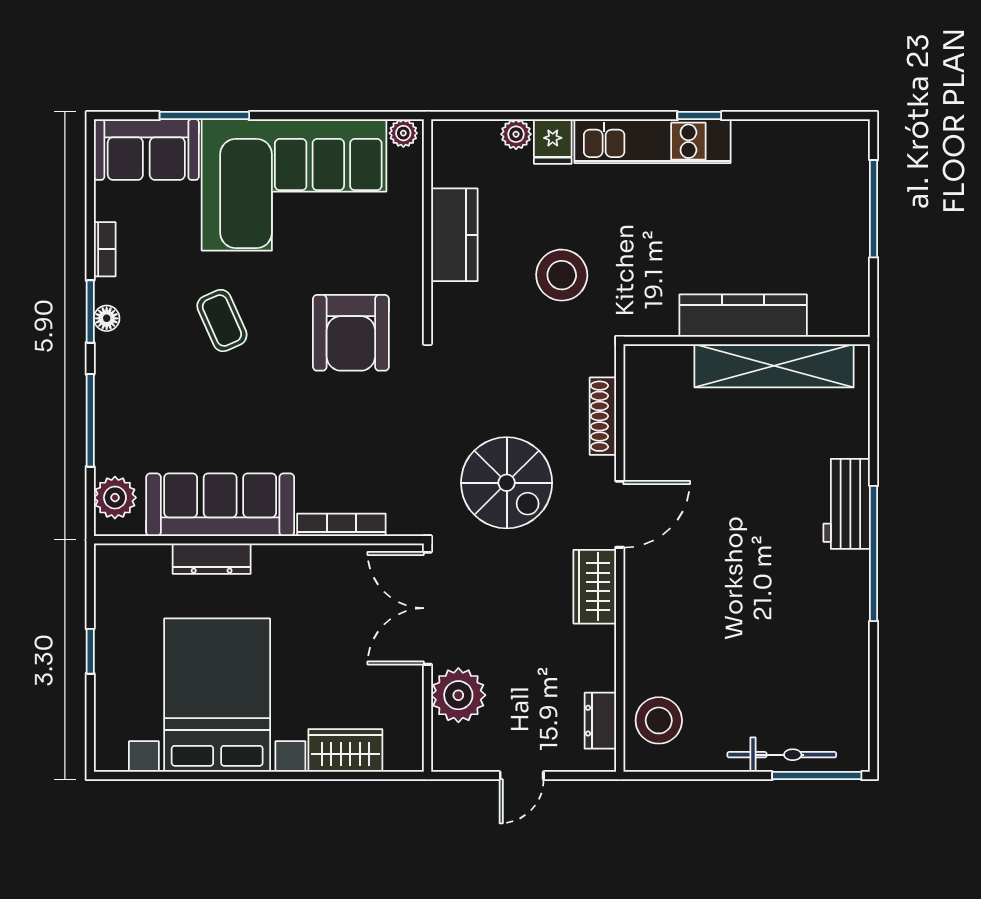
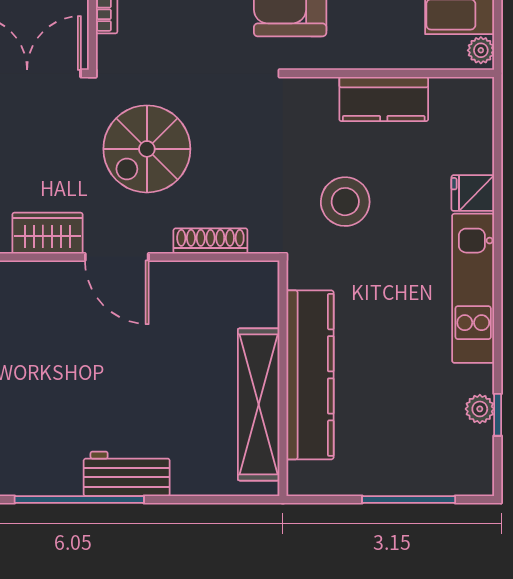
window: (699, 116) -> (498, 415), moved
plant: (516, 134) -> (480, 409), moved
kitchen counter: (743, 316) -> (310, 375), width x1.39, depth x1.17

